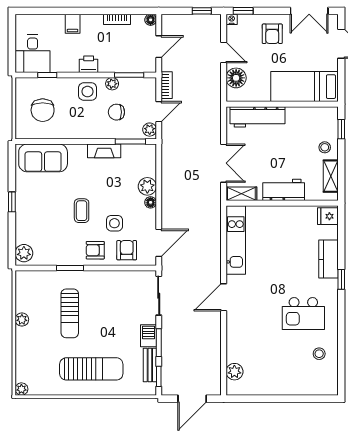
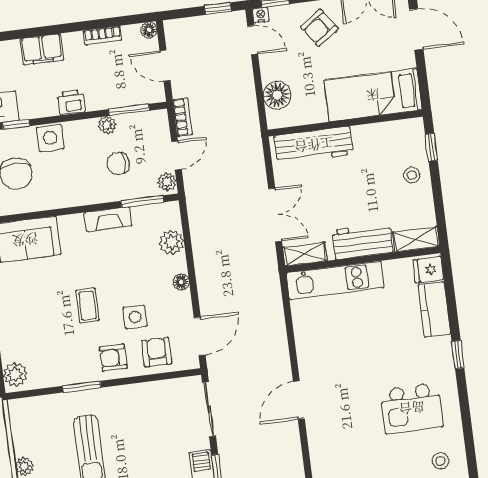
filing cabinet: (73, 24) -> (42, 49), width x2.00
armchair: (272, 34) -> (319, 28), turned 55
door: (159, 47) -> (165, 66), swing flipped
door: (224, 53) -> (253, 40), moved
side table: (88, 92) -> (50, 138), moved
shelving: (331, 176) -> (416, 239), moved, turned 90
plant: (147, 186) -> (172, 242), moved
kitchen unit: (236, 240) -> (335, 280), moved, turned 90
kitchen counter: (328, 259) -> (434, 309), moved

